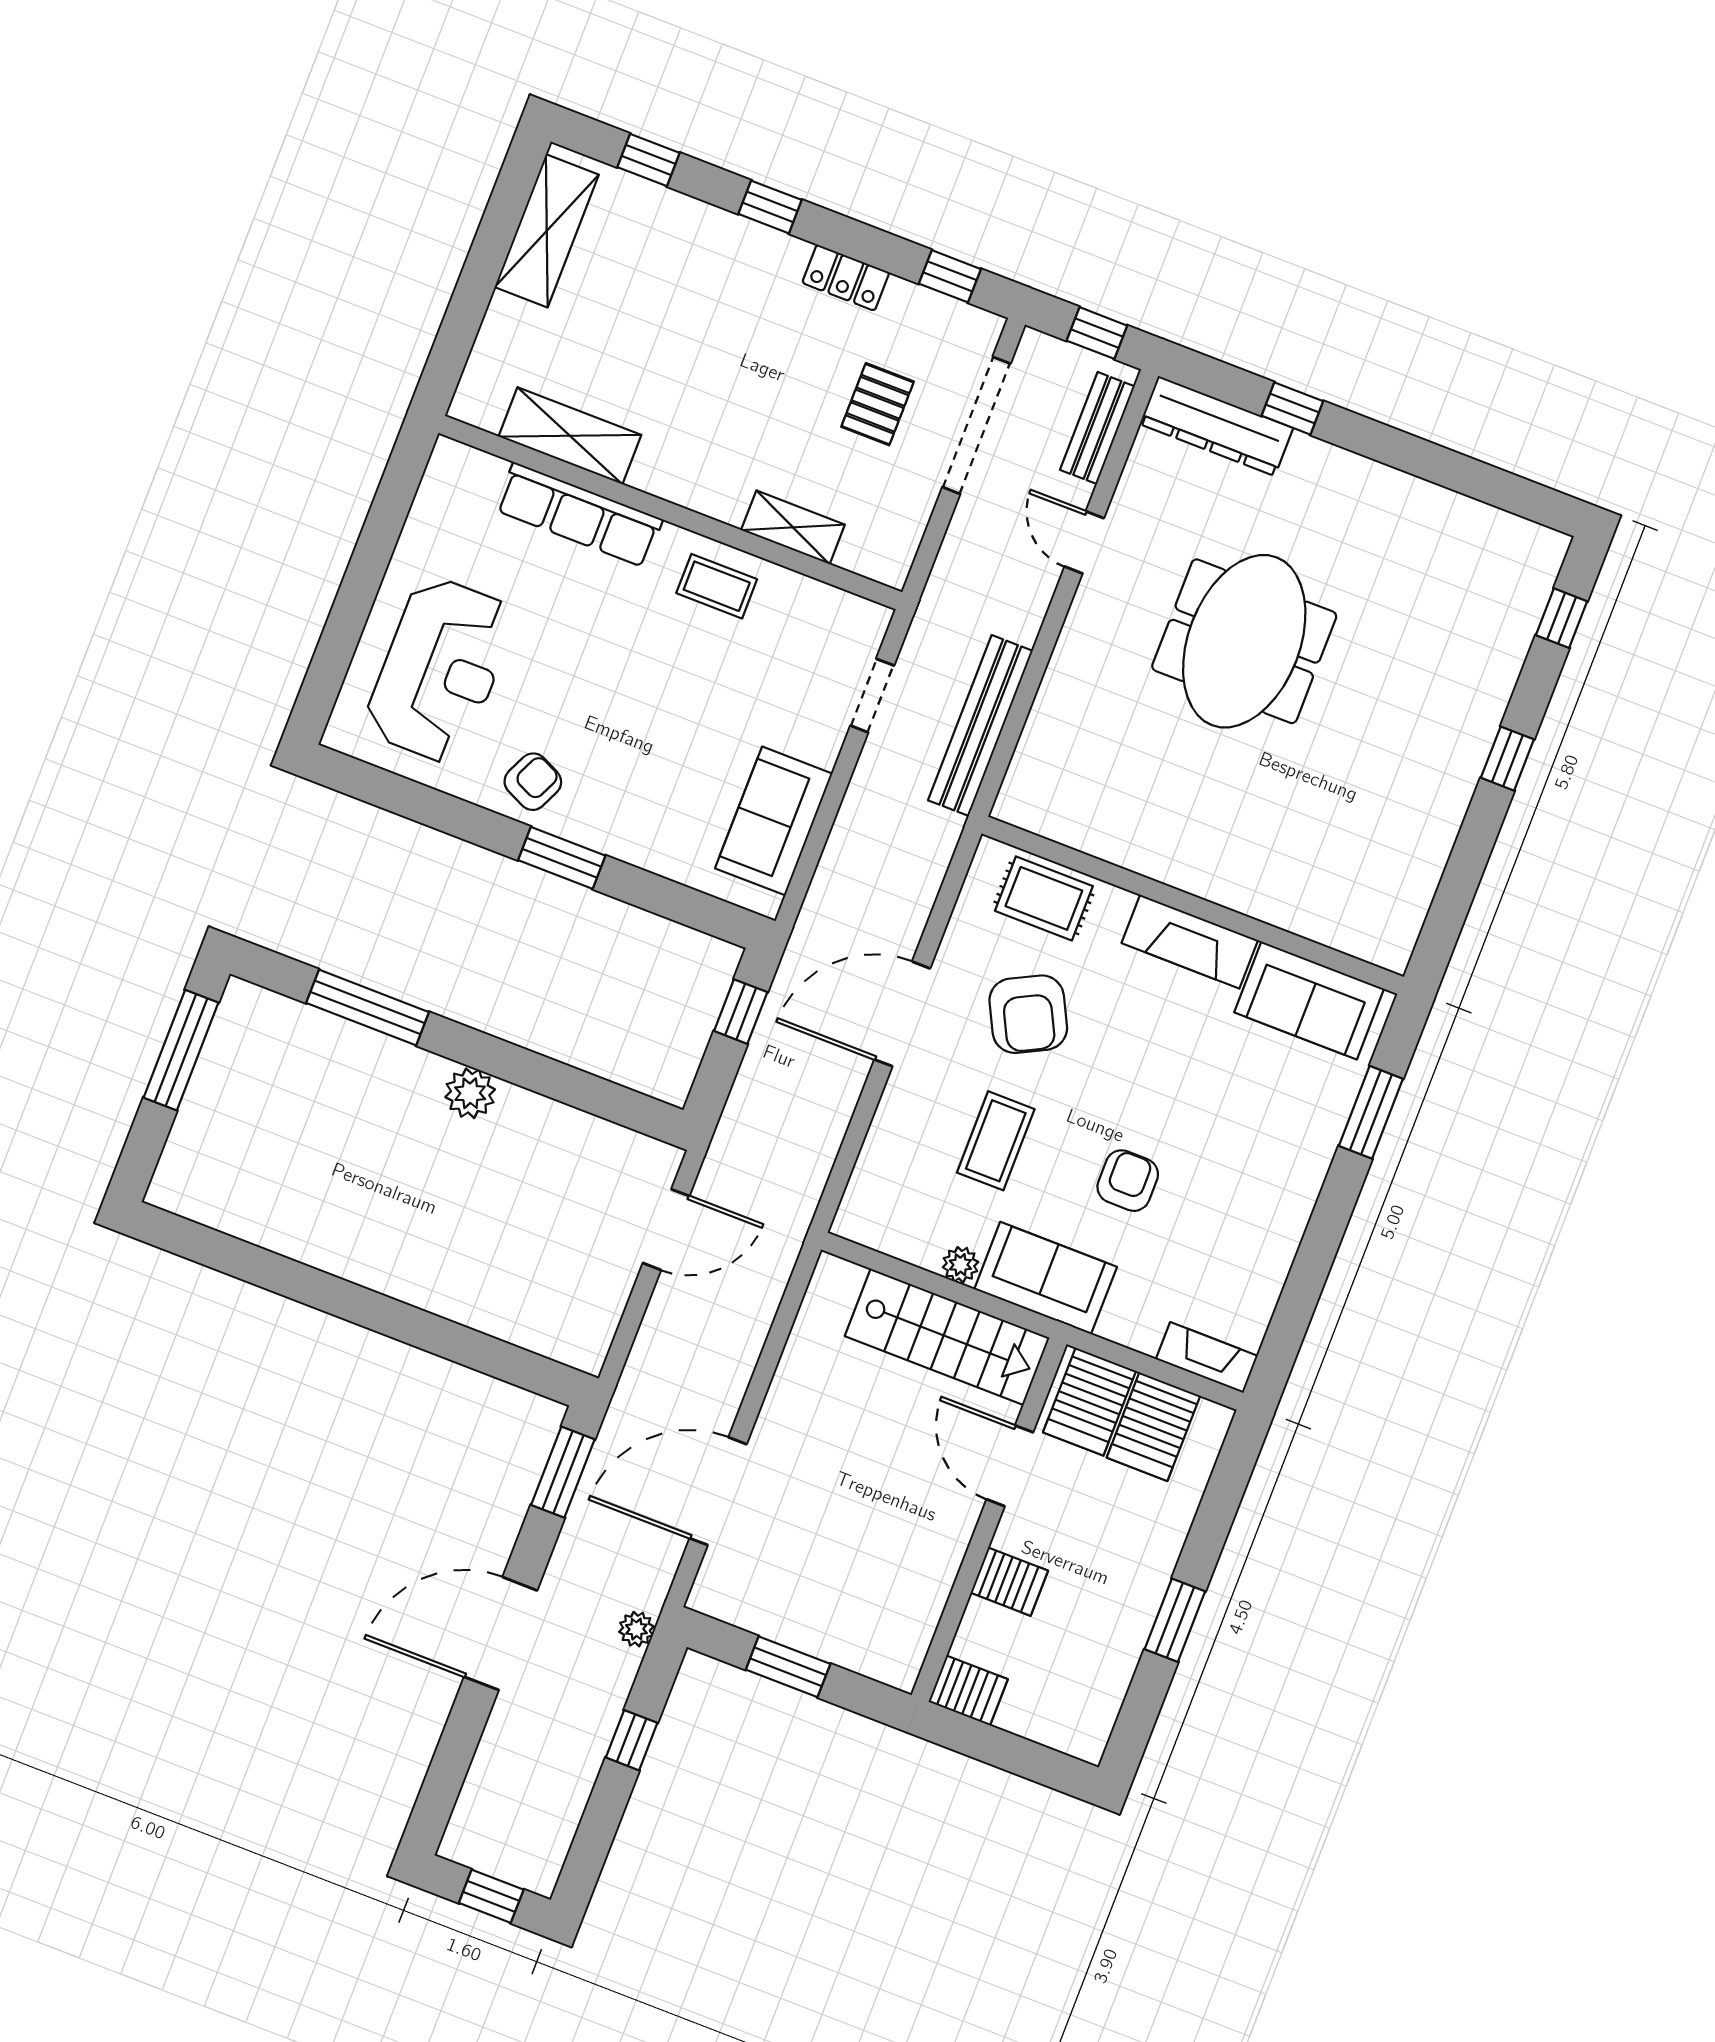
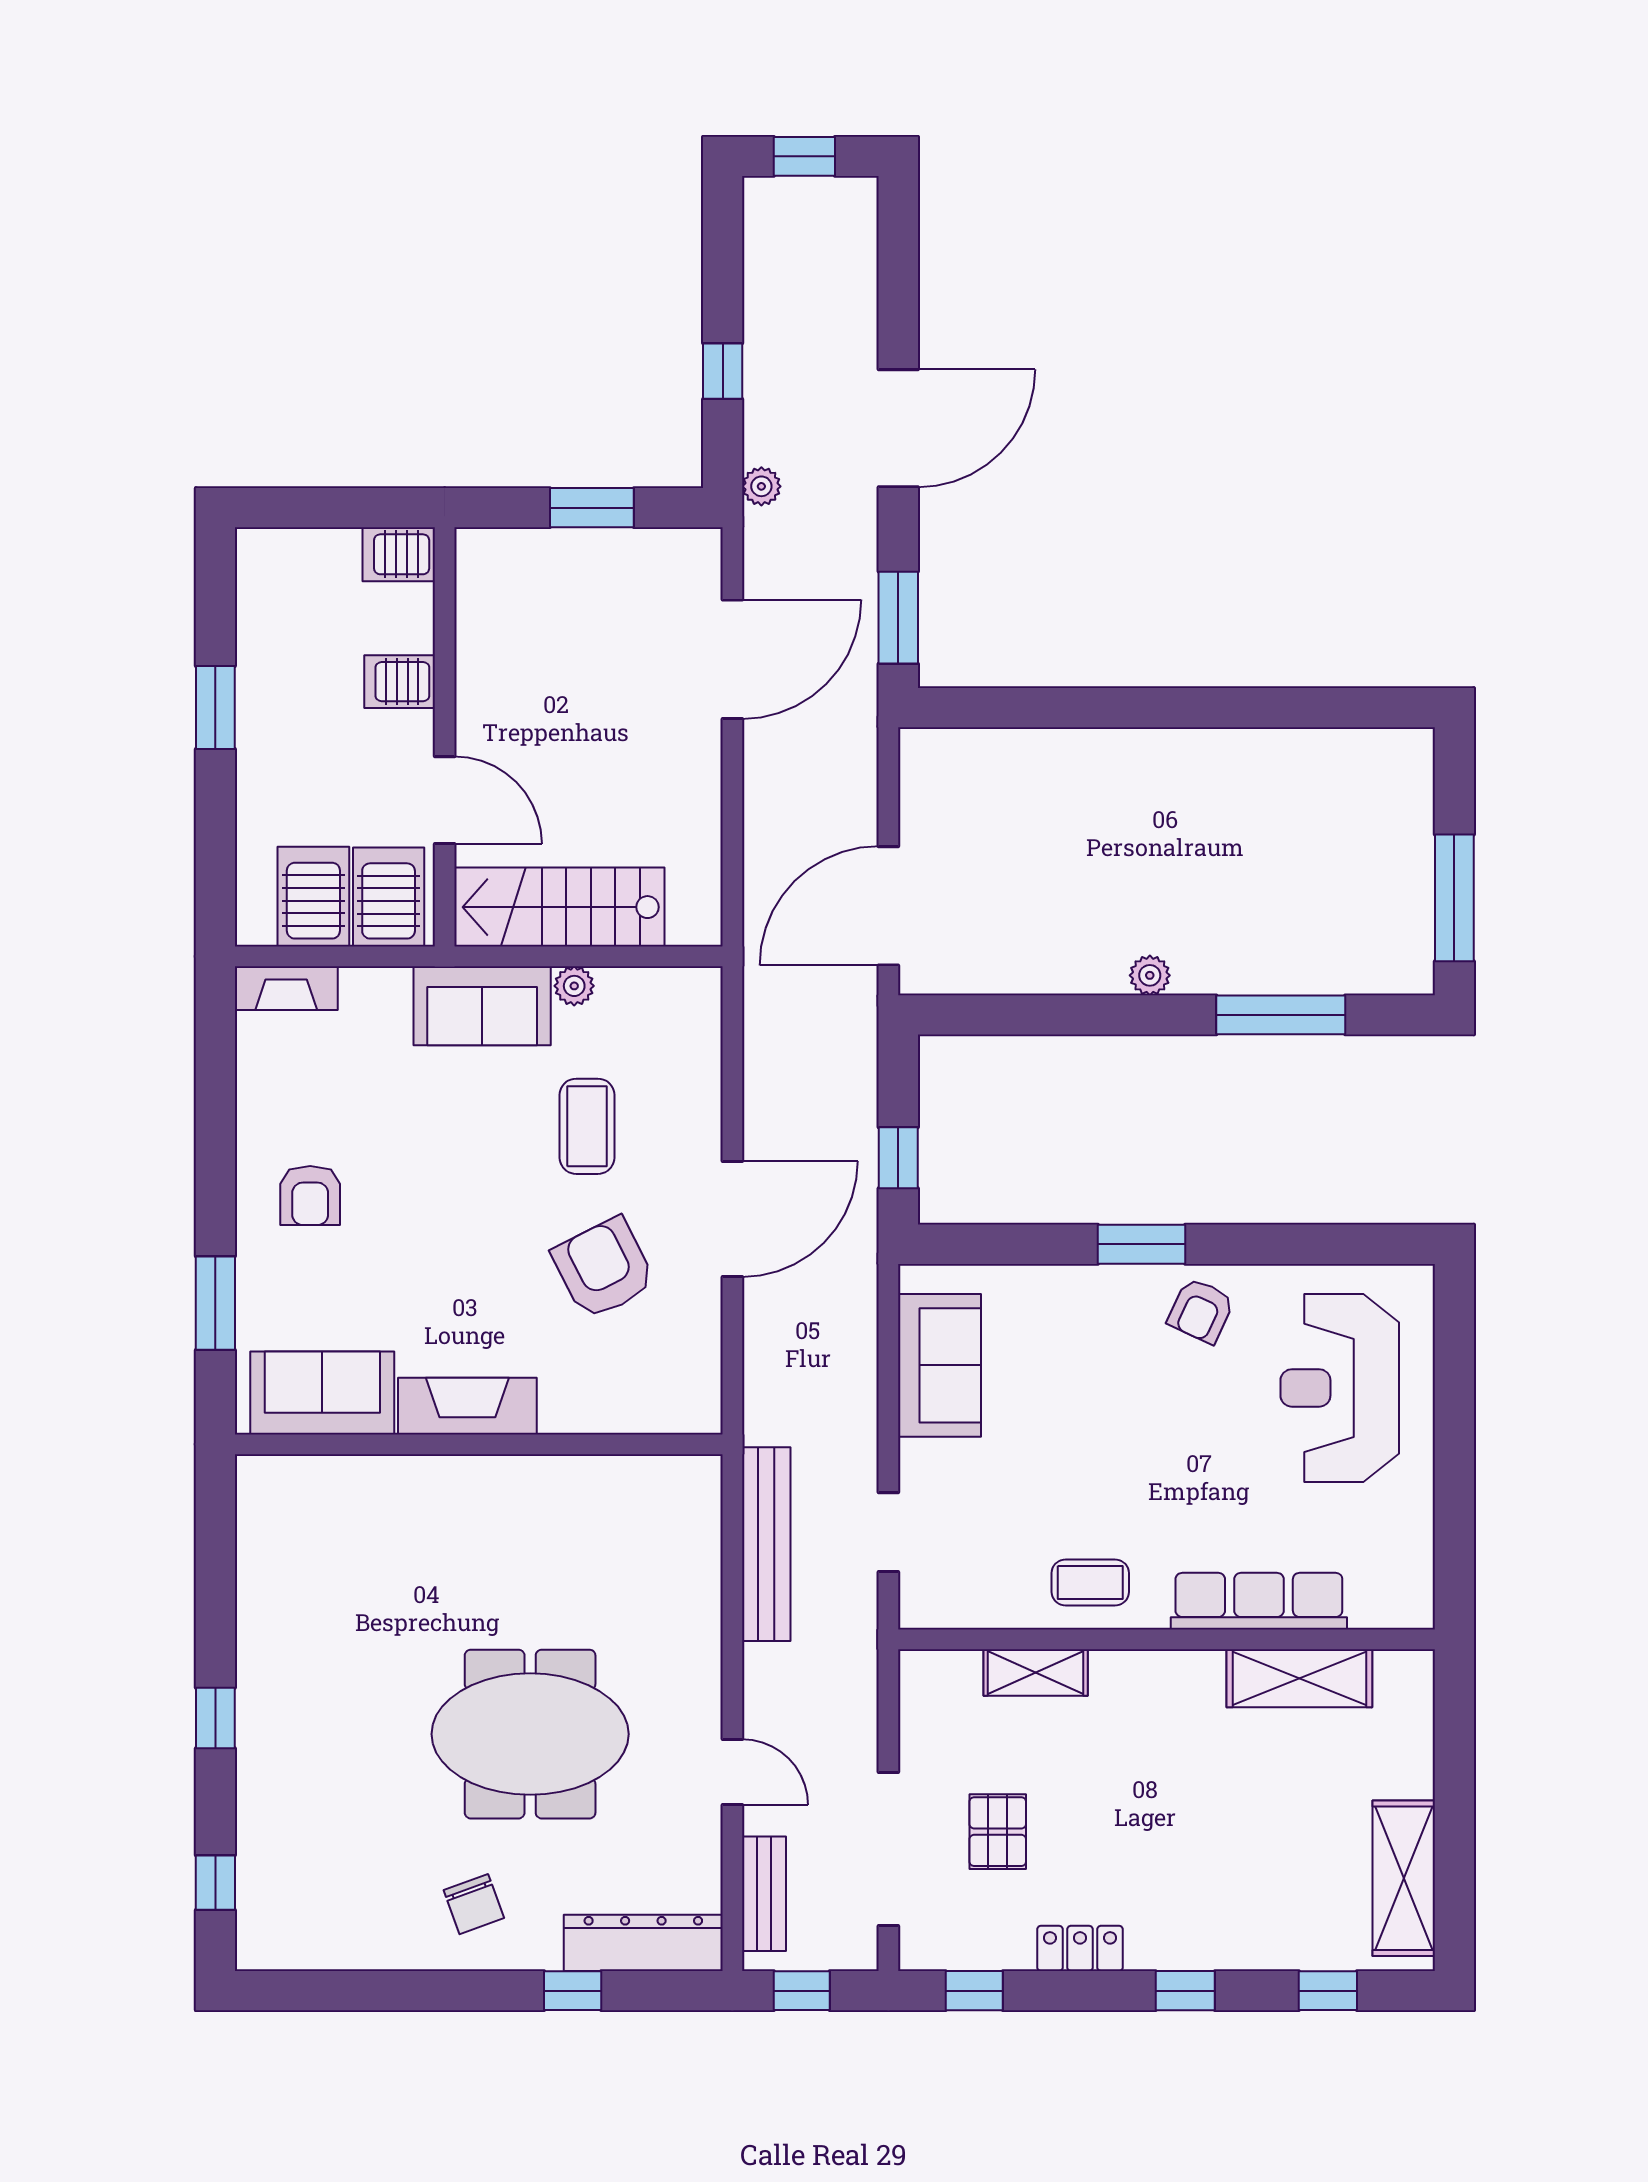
chair: (1348, 515) -> (474, 1904), added
meeting table: (1244, 641) -> (530, 1734), turned 90
rug: (1044, 898) -> (633, 1393), removed
plant: (470, 1093) -> (1150, 975), width x0.73, depth x0.73
armchair: (1128, 1181) -> (310, 1196), moved
door: (666, 1230) -> (888, 906), width x1.36

